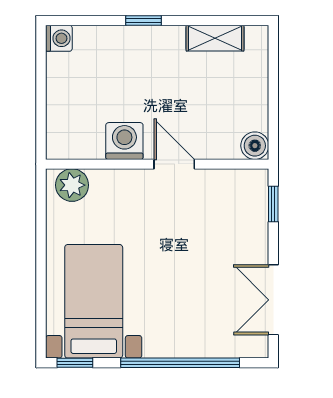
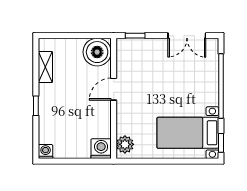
washing machine: (124, 141) -> (101, 149), moved, turned 90
boiler: (255, 146) -> (97, 52), width x1.86, depth x1.86

